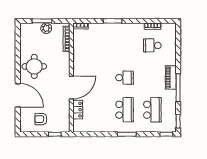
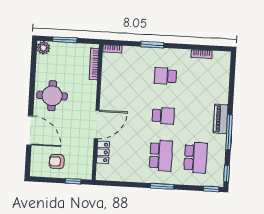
plant: (46, 28) -> (43, 48), moved
school desk: (152, 45) -> (165, 76), moved

